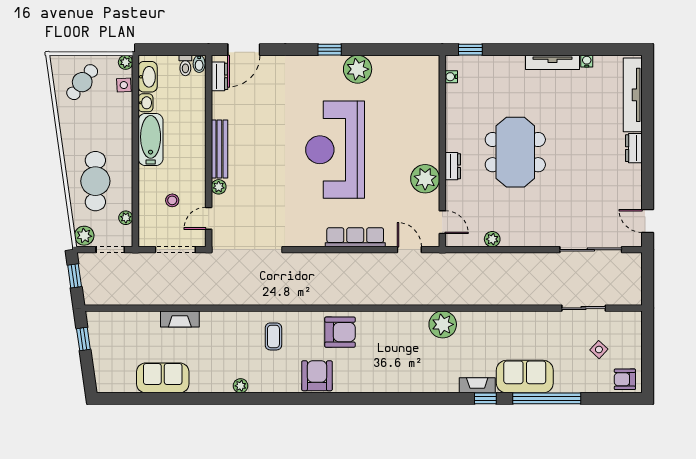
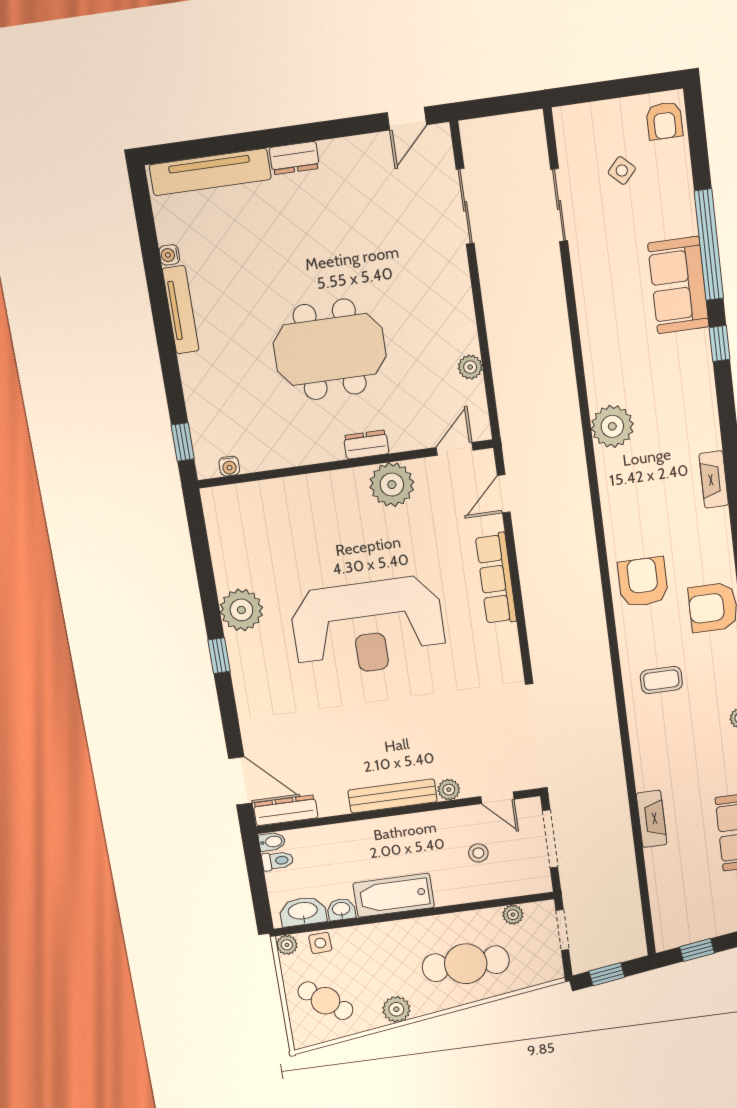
dresser: (219, 76) -> (286, 810), width x1.44
plant: (84, 236) -> (396, 1009), moved
sliding door: (591, 250) -> (465, 206), width x0.73
fireplace: (477, 385) -> (714, 479), moved

